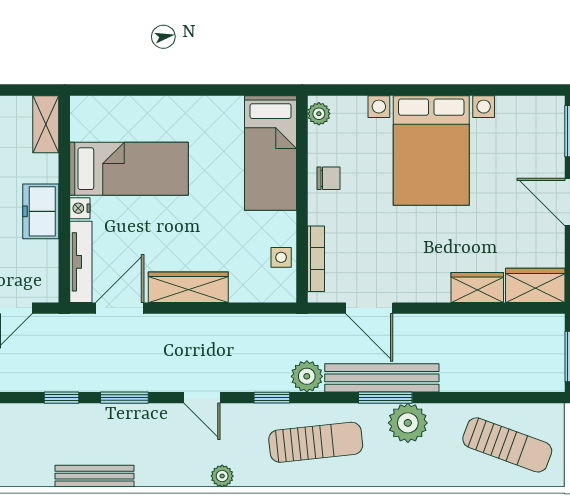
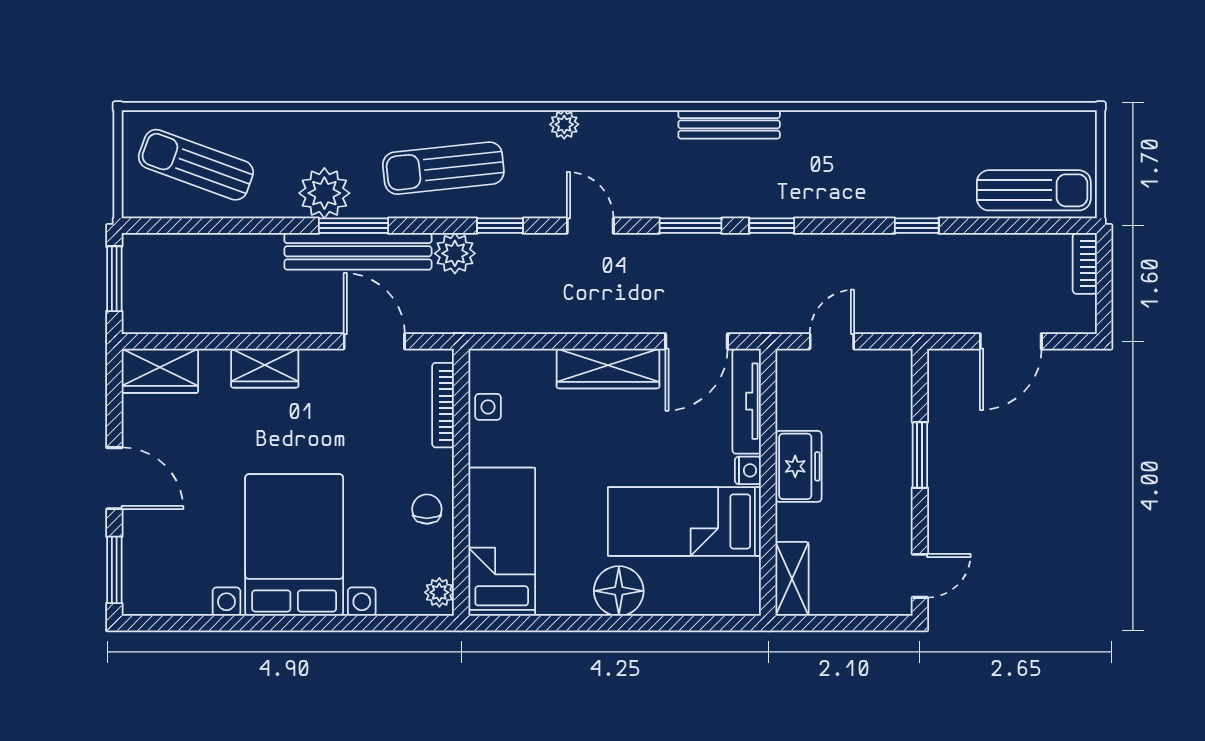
floor lamp: (180, 115) -> (619, 591), added
chair: (328, 178) -> (427, 509), turned 90
wardrobe: (477, 287) -> (265, 368), moved

